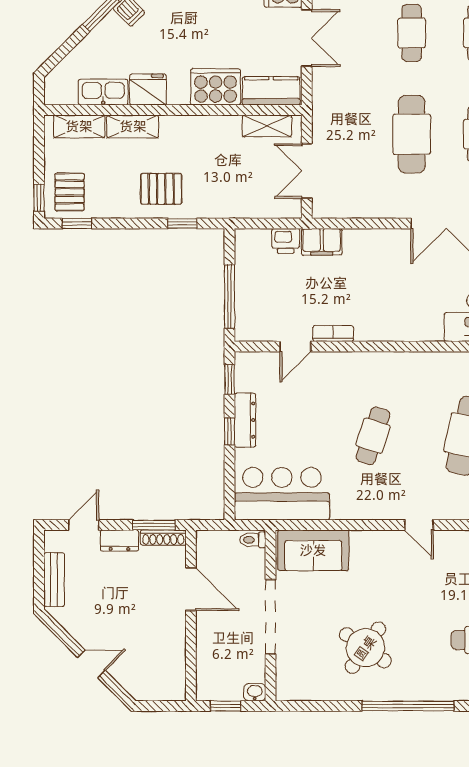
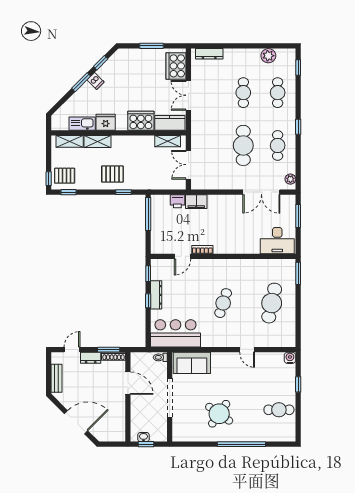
double door: (307, 38) -> (188, 95), swing flipped
pallet: (70, 192) -> (65, 176), turned 90
window: (230, 296) -> (148, 214), moved
door: (91, 664) -> (76, 422), width x1.88
washbasin: (255, 692) -> (144, 437), moved

